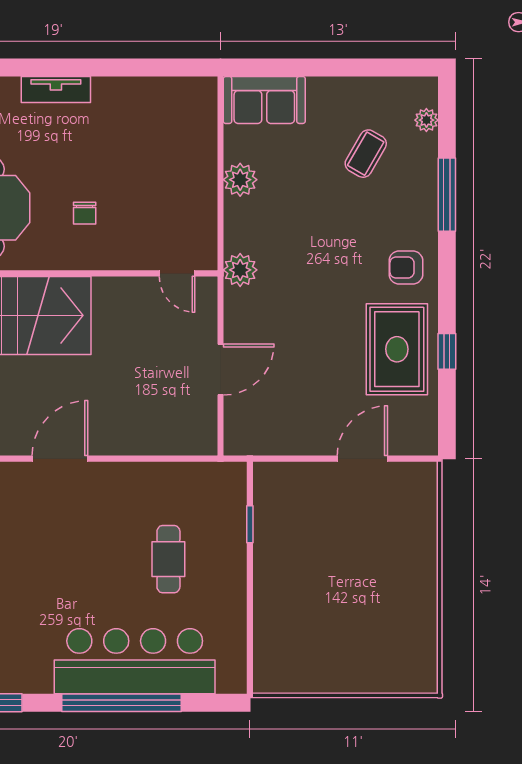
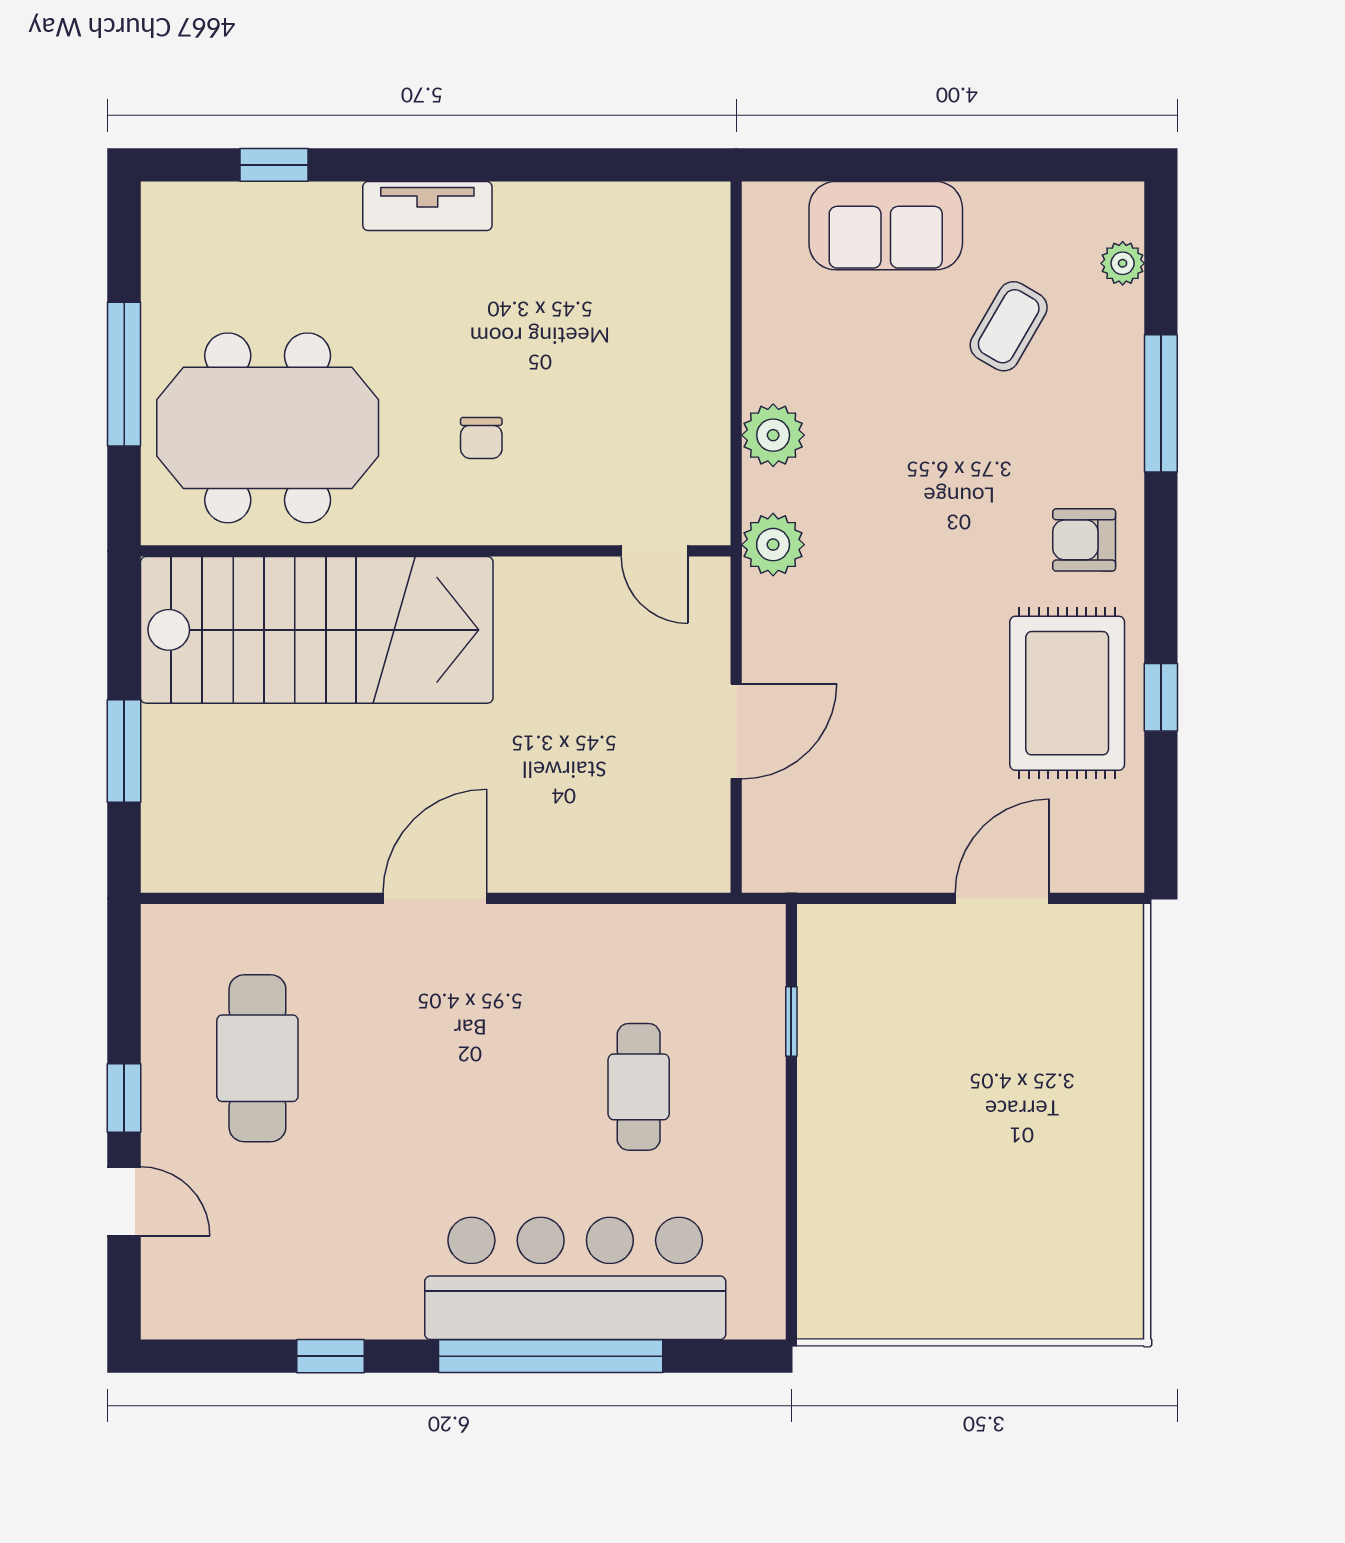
sofa: (264, 100) -> (886, 226), moved
plant: (240, 180) -> (773, 435), moved

